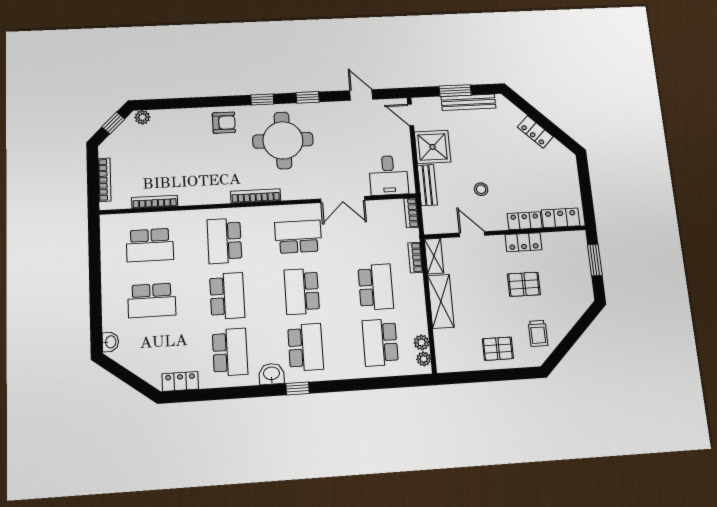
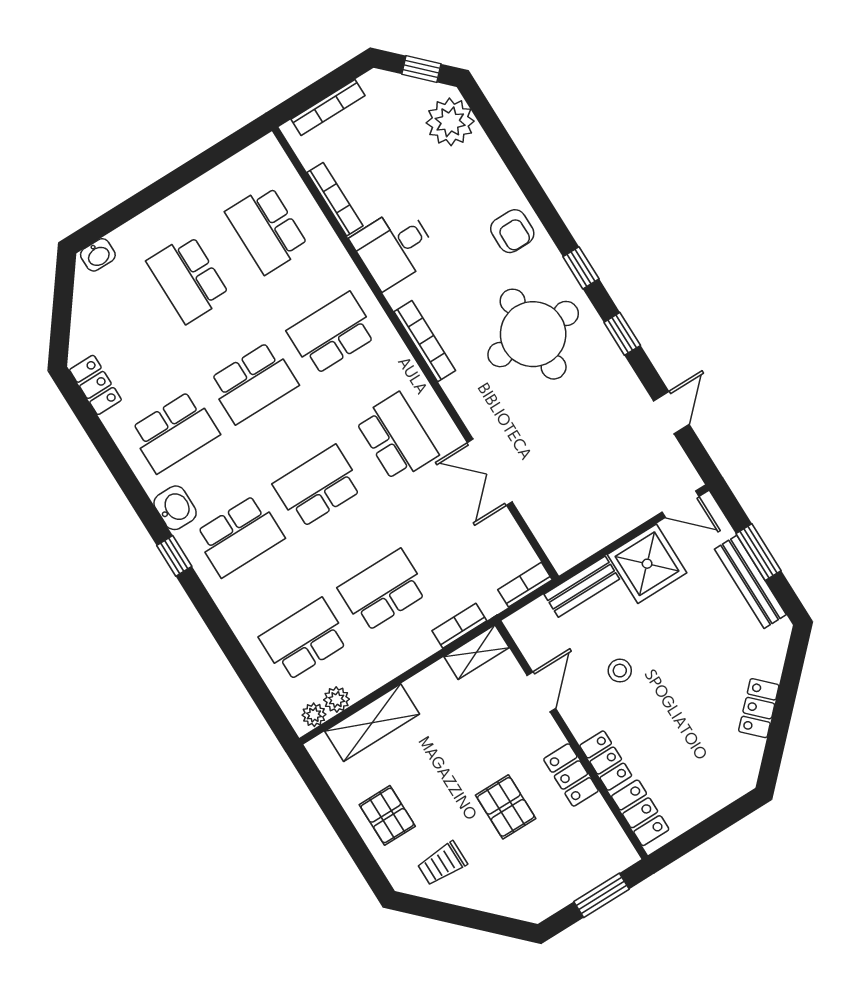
door: (411, 115) -> (681, 504), swing flipped
plant: (142, 117) -> (450, 122), width x1.87, depth x1.87
desk: (388, 175) -> (394, 247), moved
school desk: (376, 287) -> (383, 590), turned 180
shelving: (441, 301) -> (372, 723), moved

